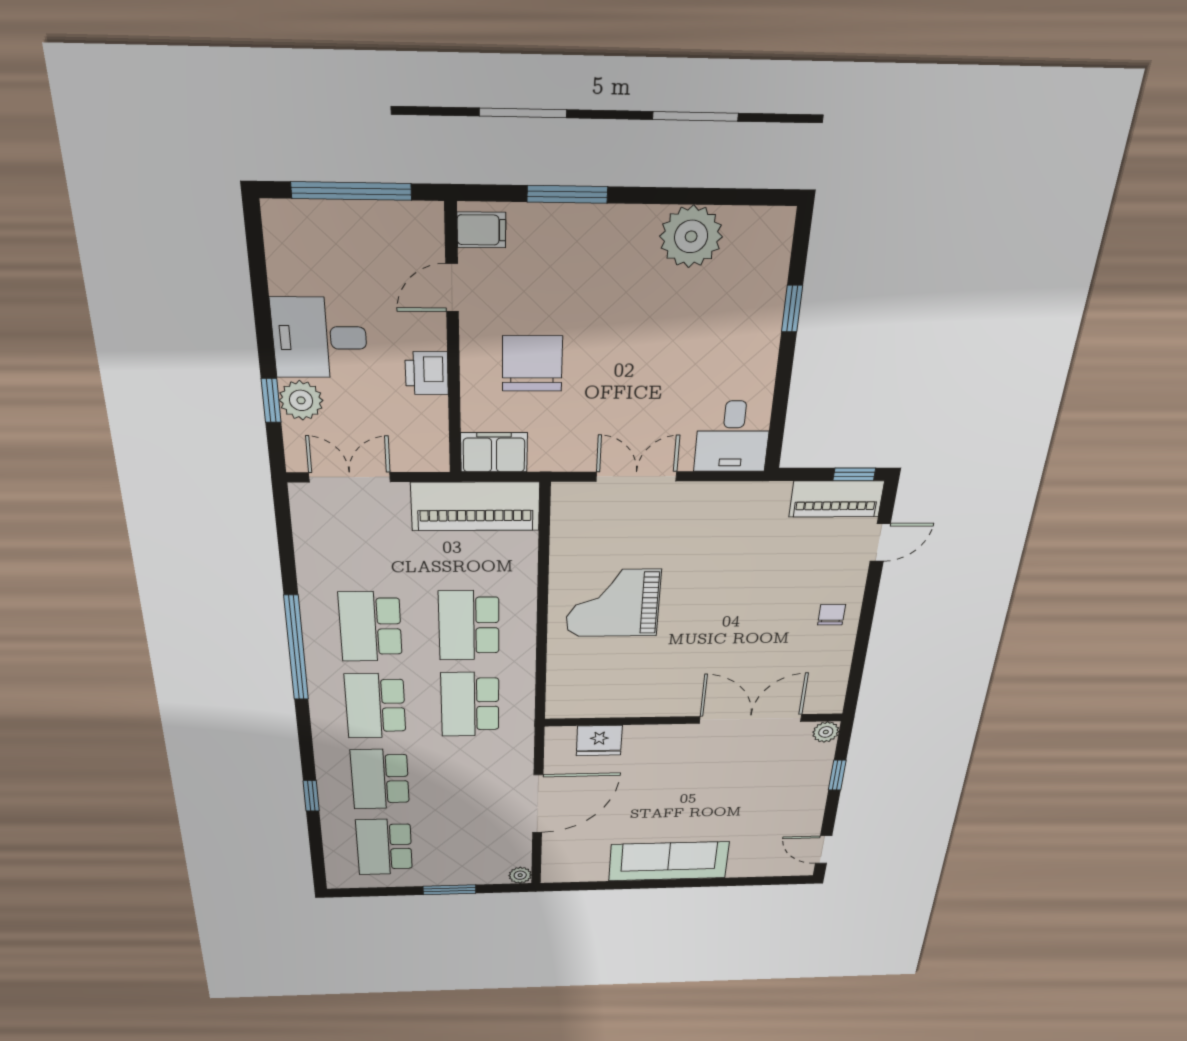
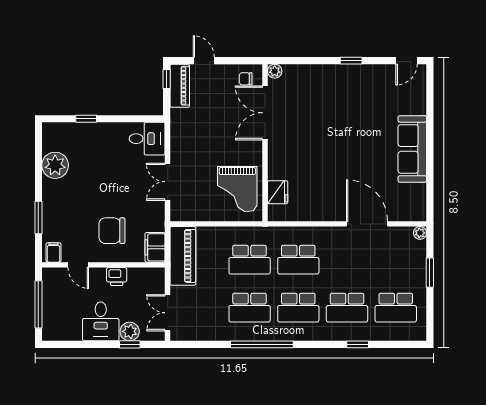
double door: (751, 719) -> (265, 113), moved
wall: (695, 720) -> (265, 143), moved
plant: (826, 732) -> (275, 71), moved
fridge: (599, 741) -> (278, 192), moved

